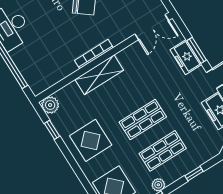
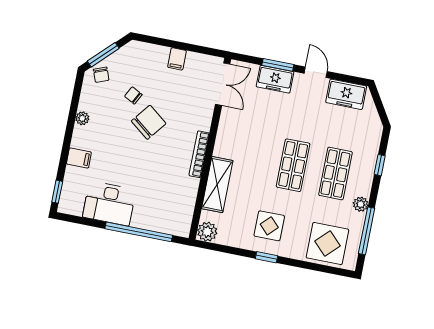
shelving: (99, 75) -> (217, 185), moved
window: (52, 130) -> (267, 257), moved
display table: (91, 140) -> (269, 226), width x0.73, depth x0.73

